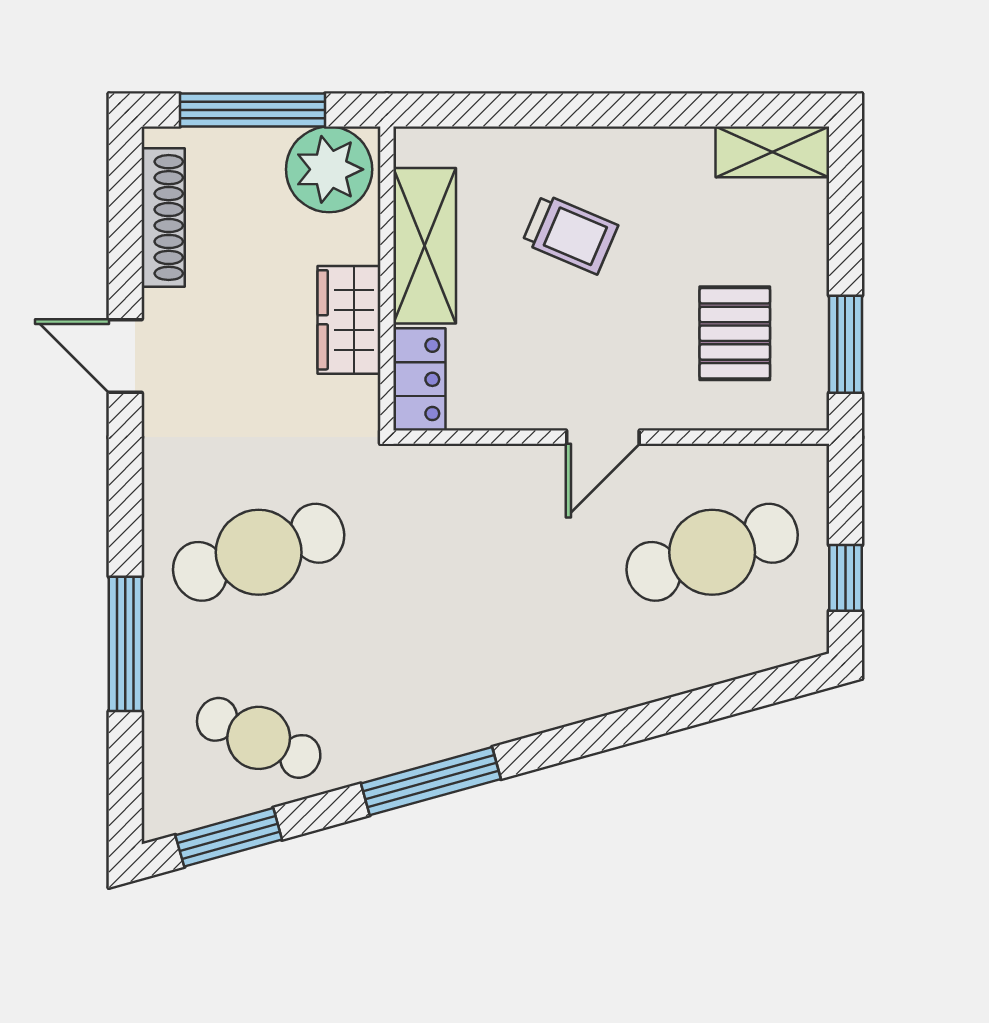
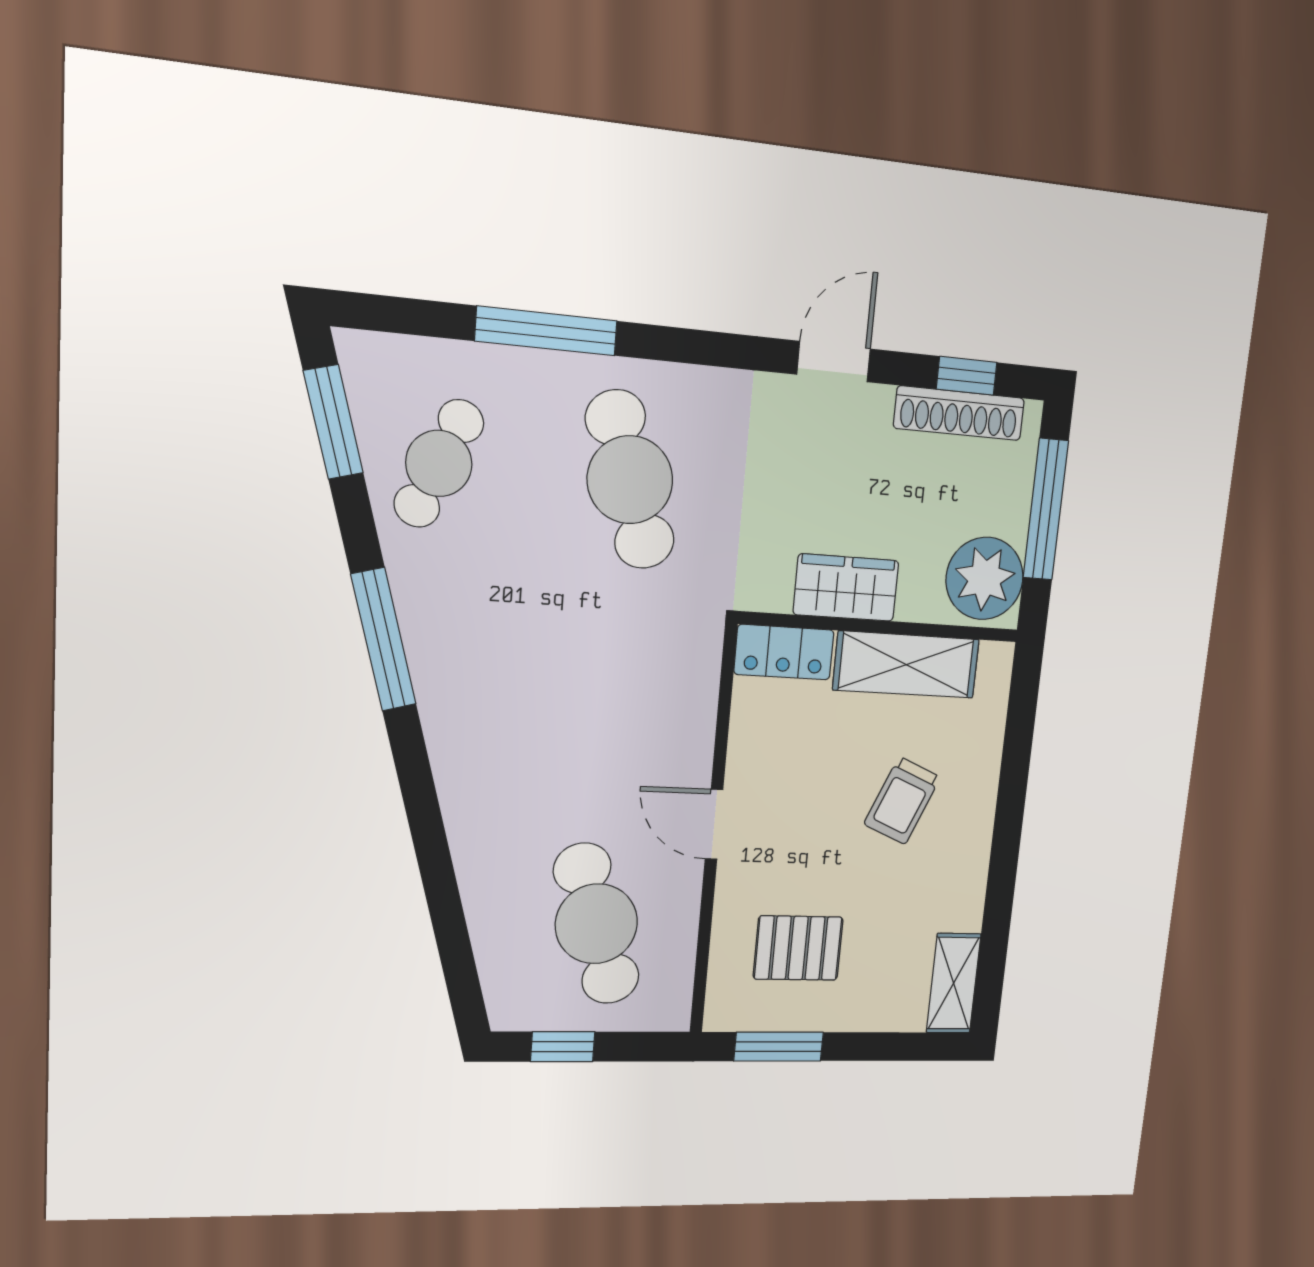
window: (125, 214) -> (967, 376), added

